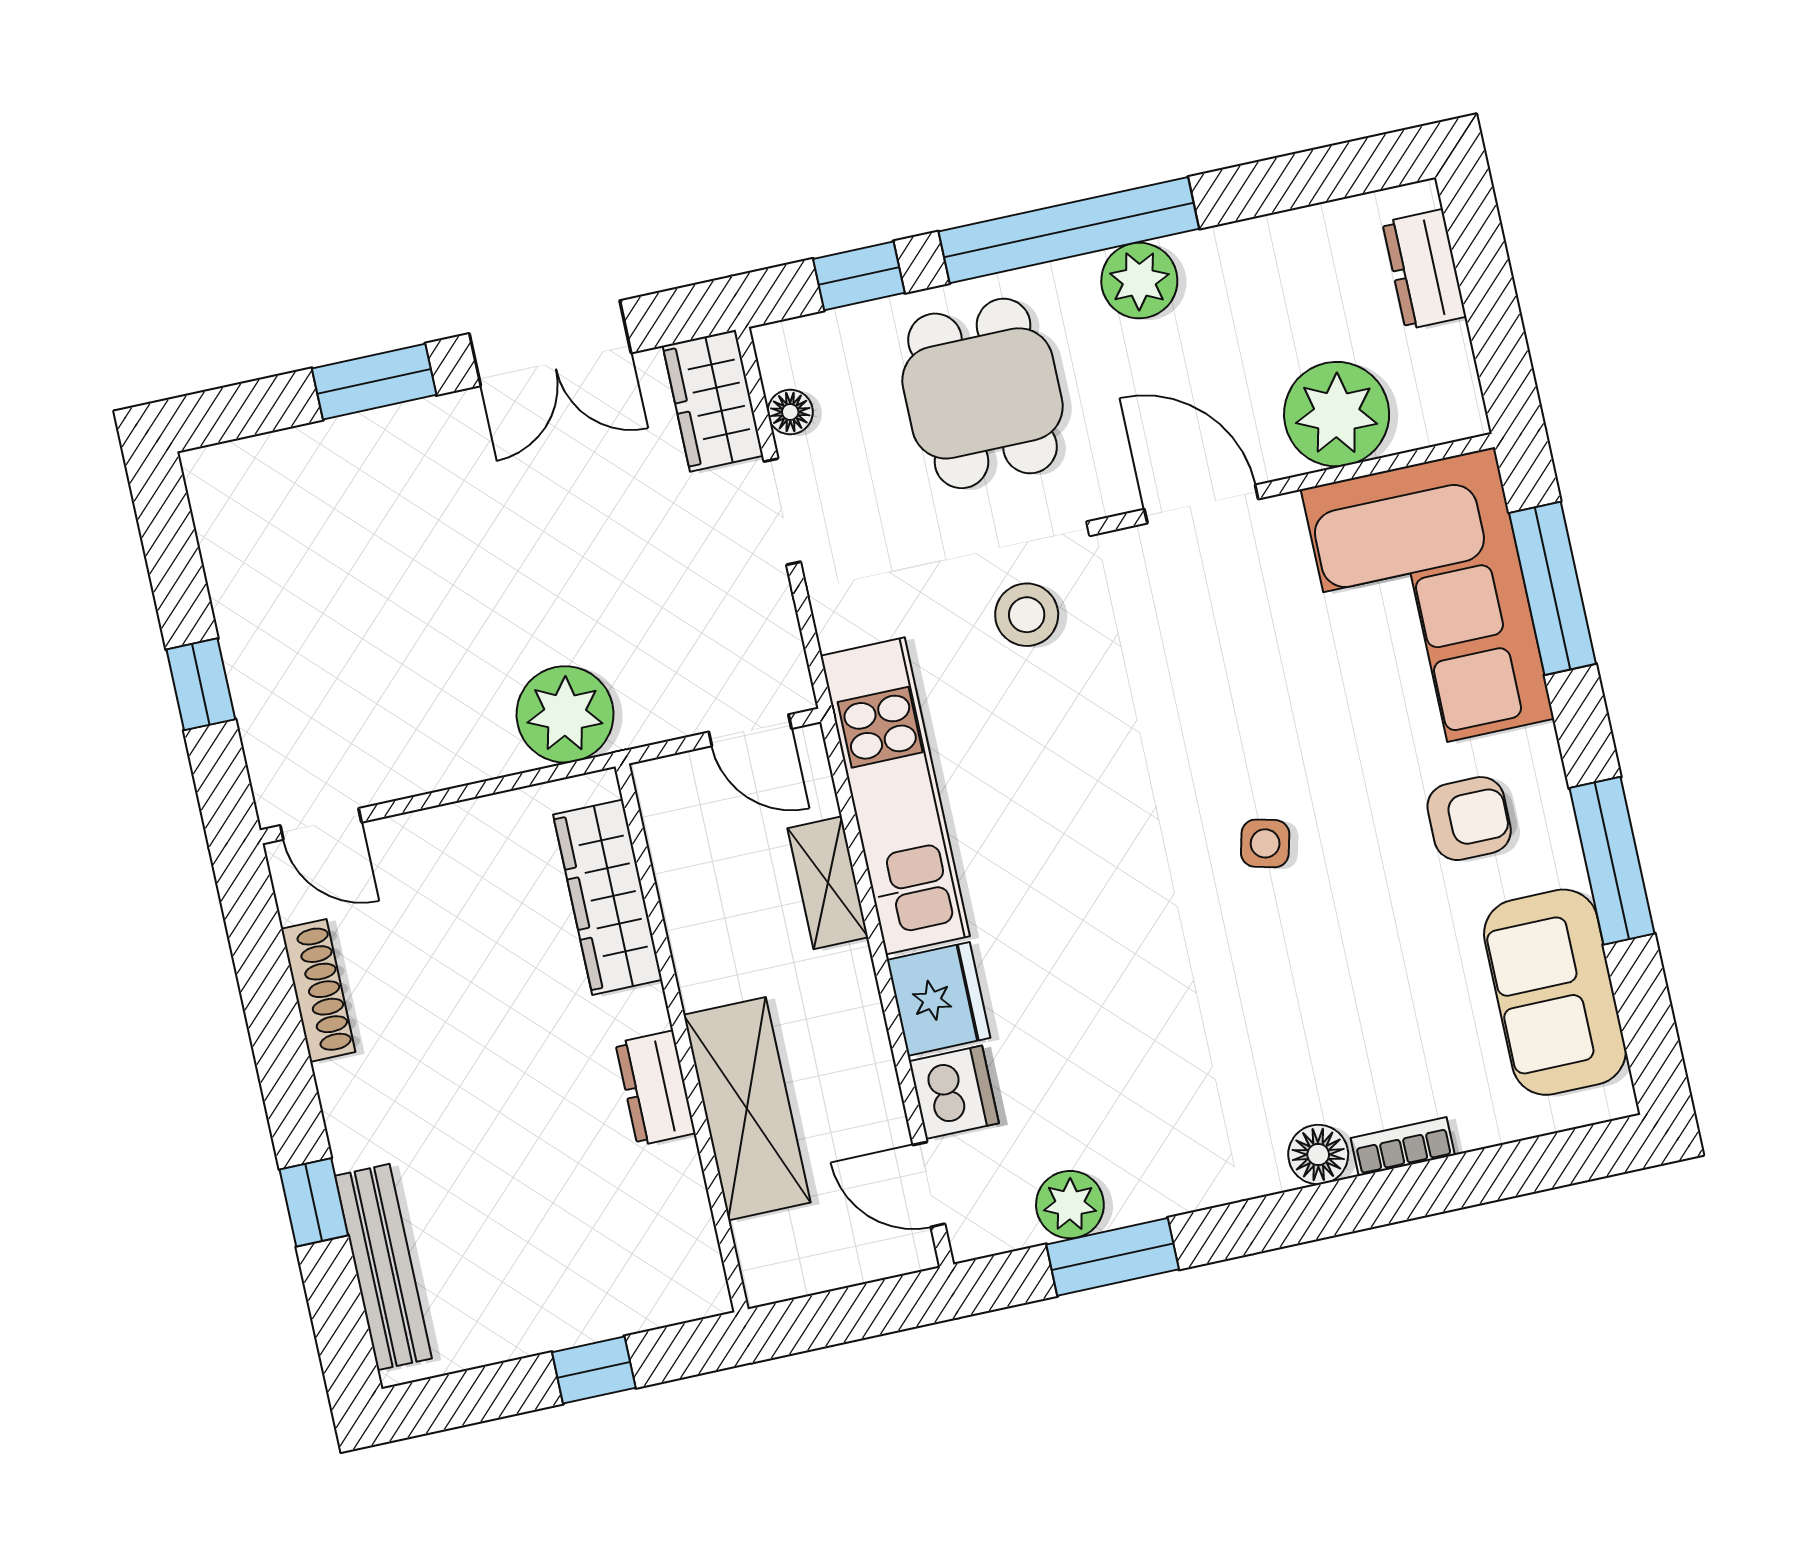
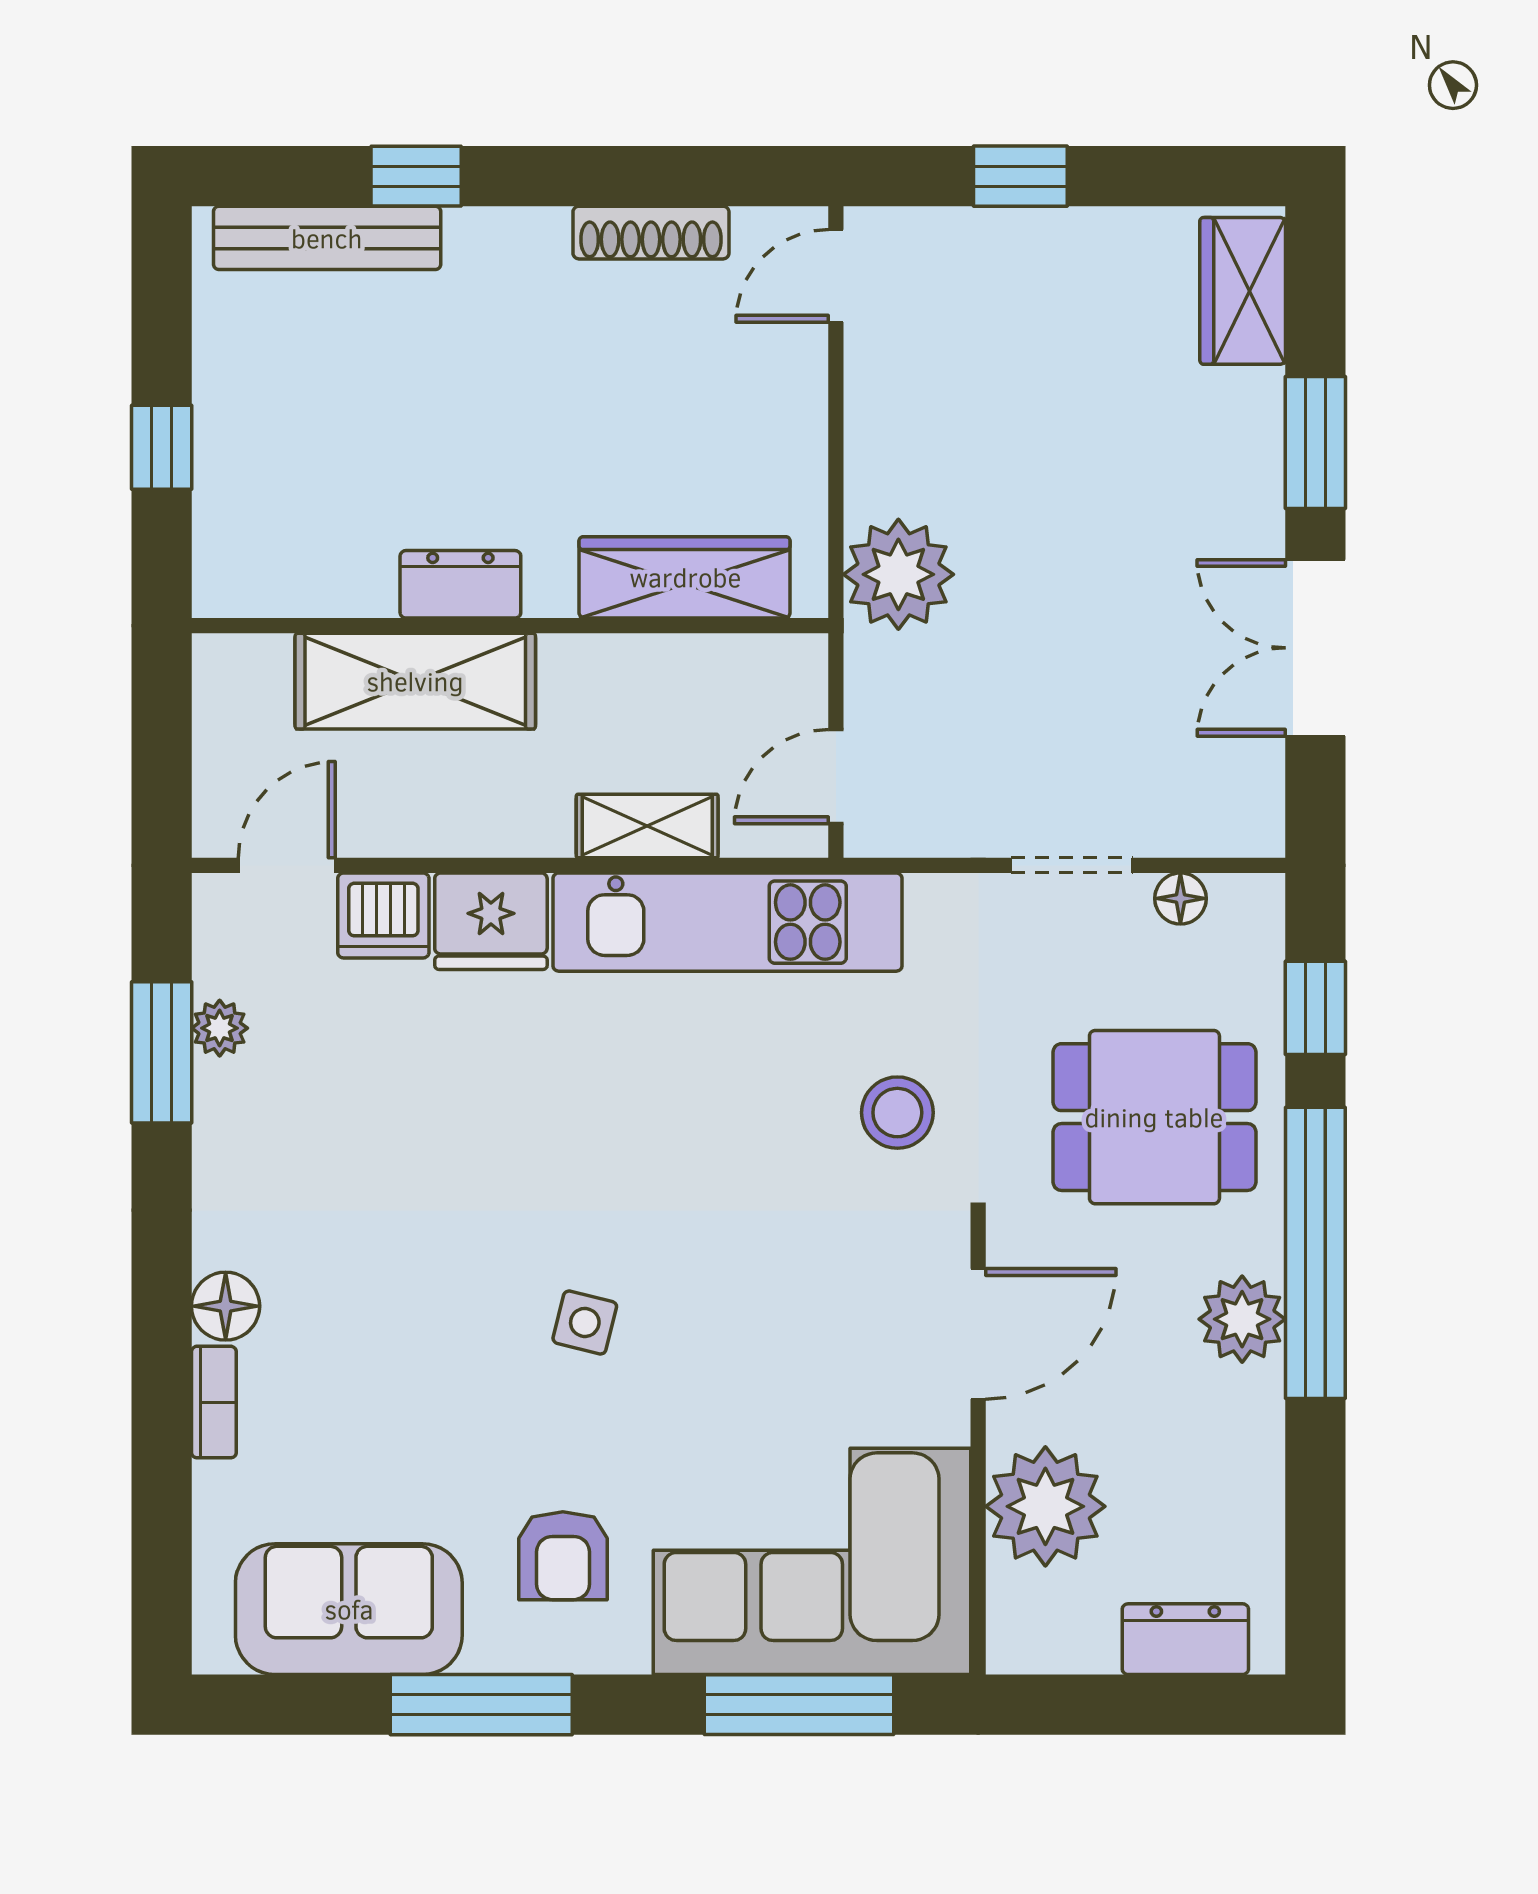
wardrobe: (713, 401) -> (1243, 291), moved, turned -90
plant: (1070, 1205) -> (220, 1028), width x0.73, depth x0.73

